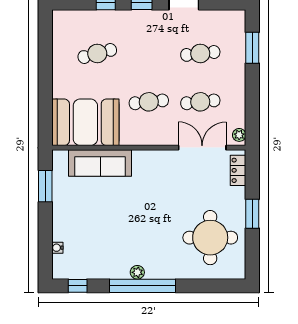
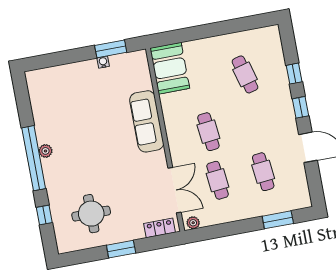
booth: (85, 122) -> (170, 68), width x0.73, depth x0.70
sofa: (100, 163) -> (147, 121), moved
round table: (210, 238) -> (91, 214), width x0.73, depth x0.73
water cooler: (57, 248) -> (103, 62), moved
window: (78, 286) -> (44, 215), moved

